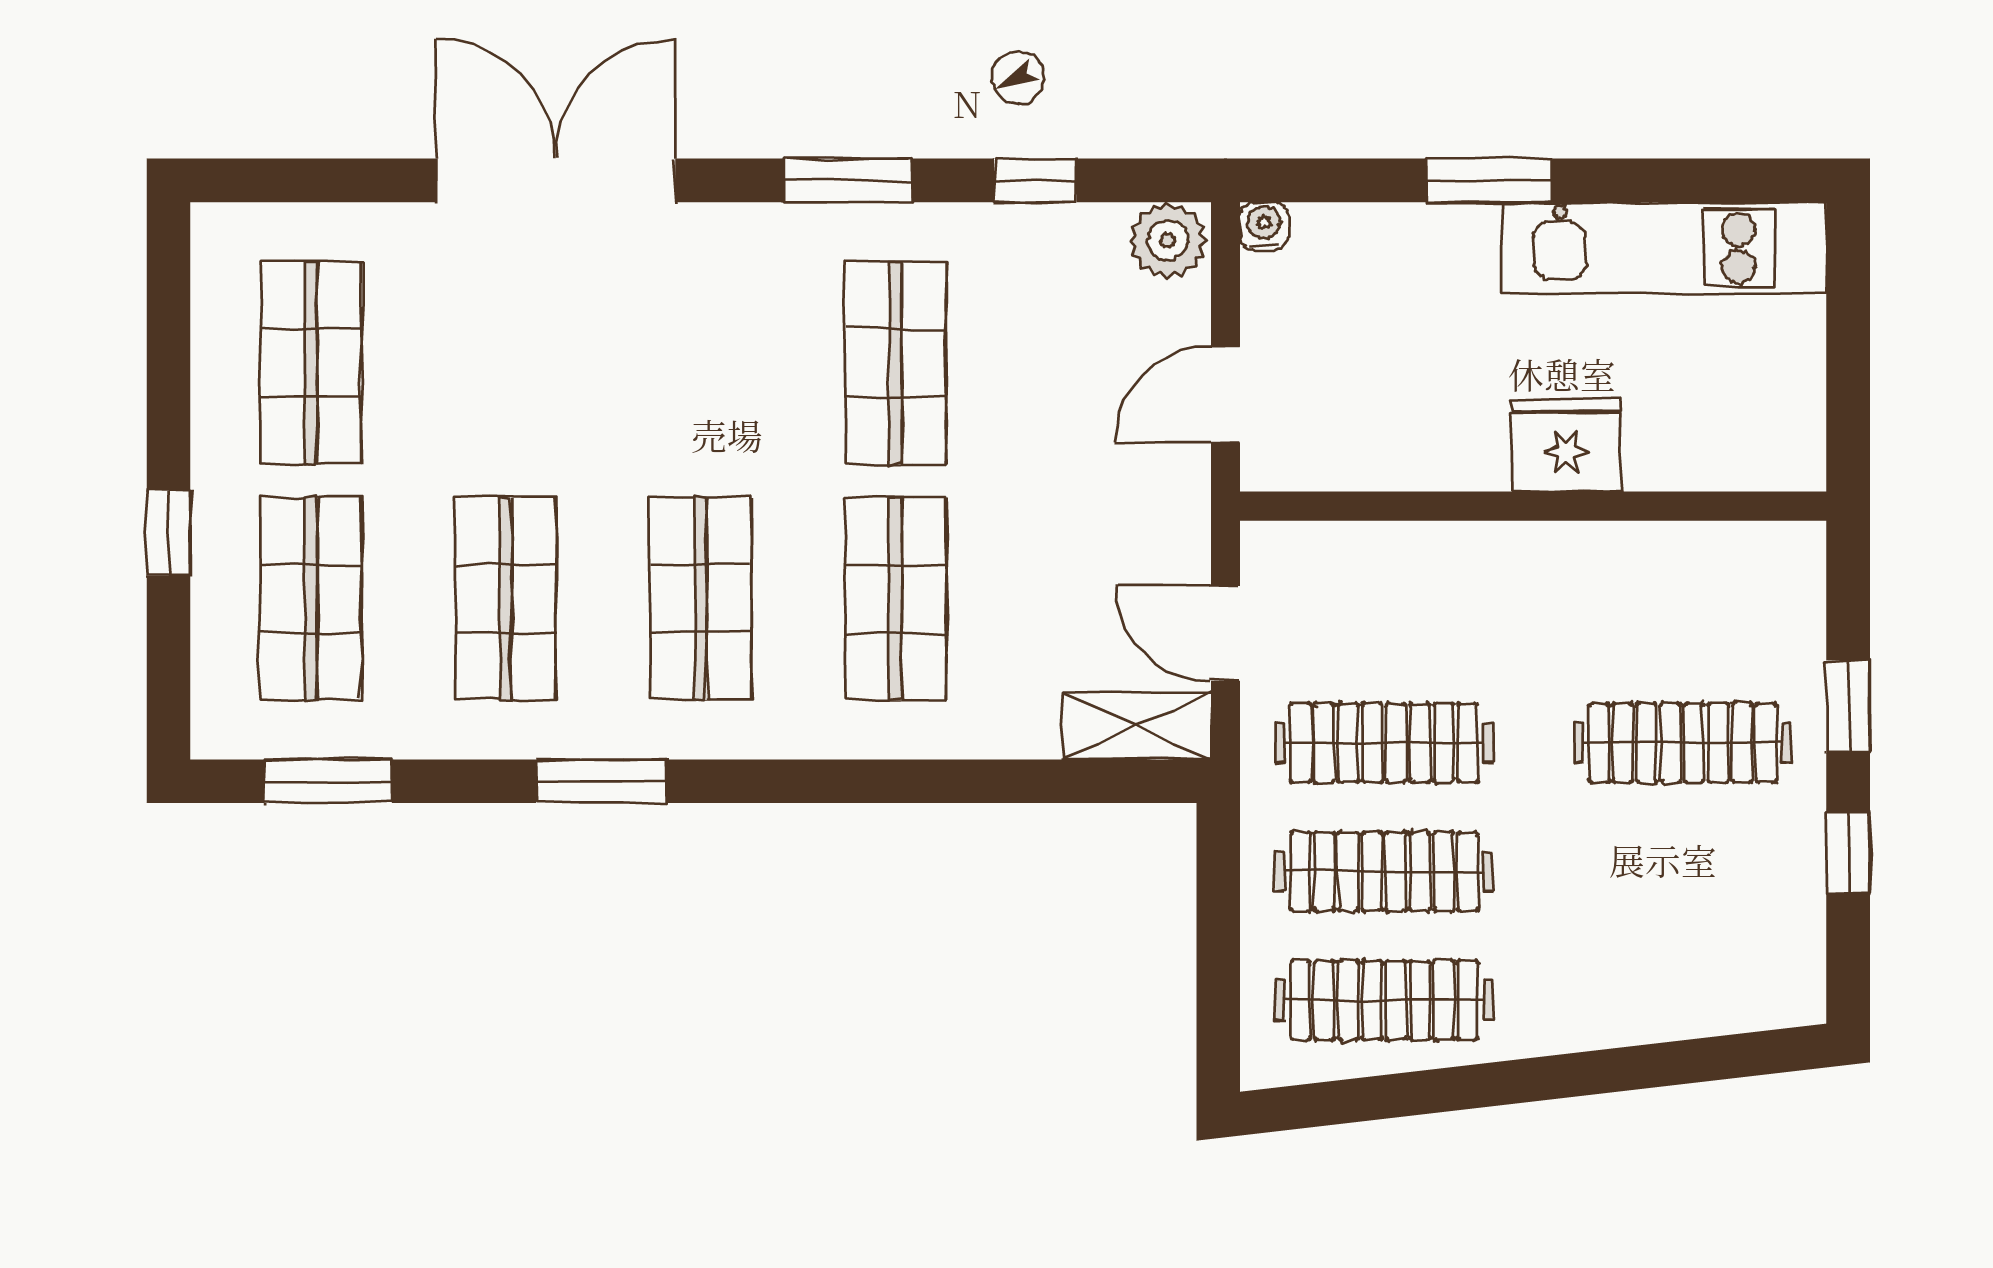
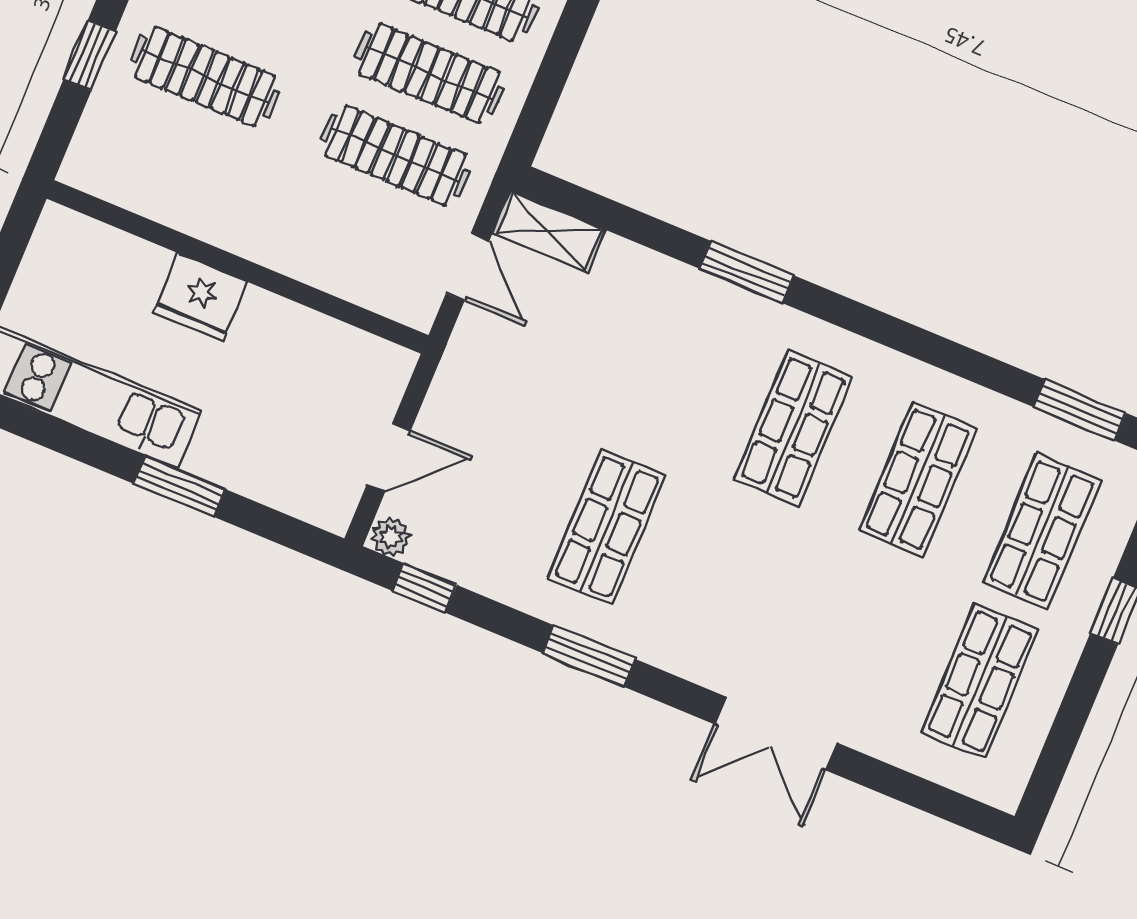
double door: (555, 180) -> (776, 733), width x0.73
window: (1035, 180) -> (425, 588), moved
water cooler: (1264, 226) -> (335, 517), removed
plant: (1168, 240) -> (391, 537), width x0.73, depth x0.73
door: (1225, 395) -> (389, 458), moved
shop shelf: (895, 599) -> (669, 376), removed
window: (602, 781) -> (747, 272), moved

